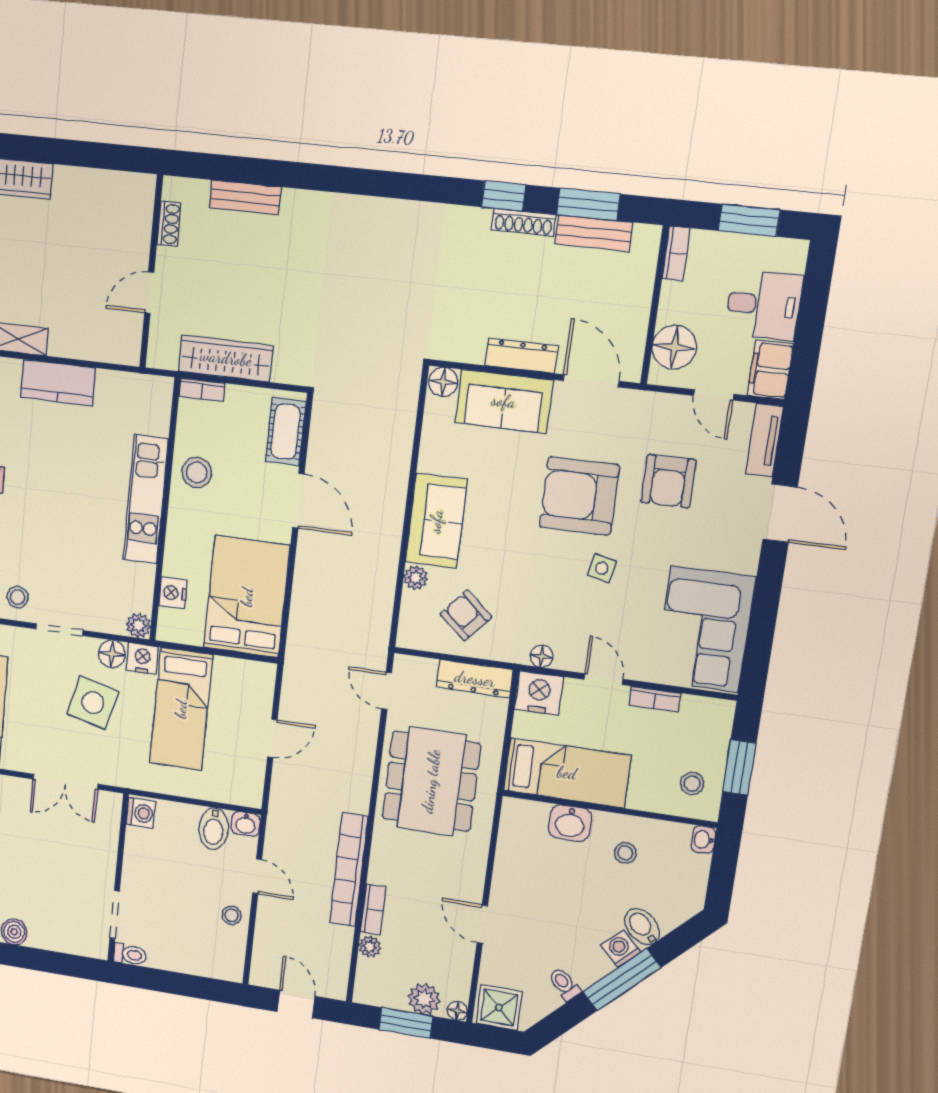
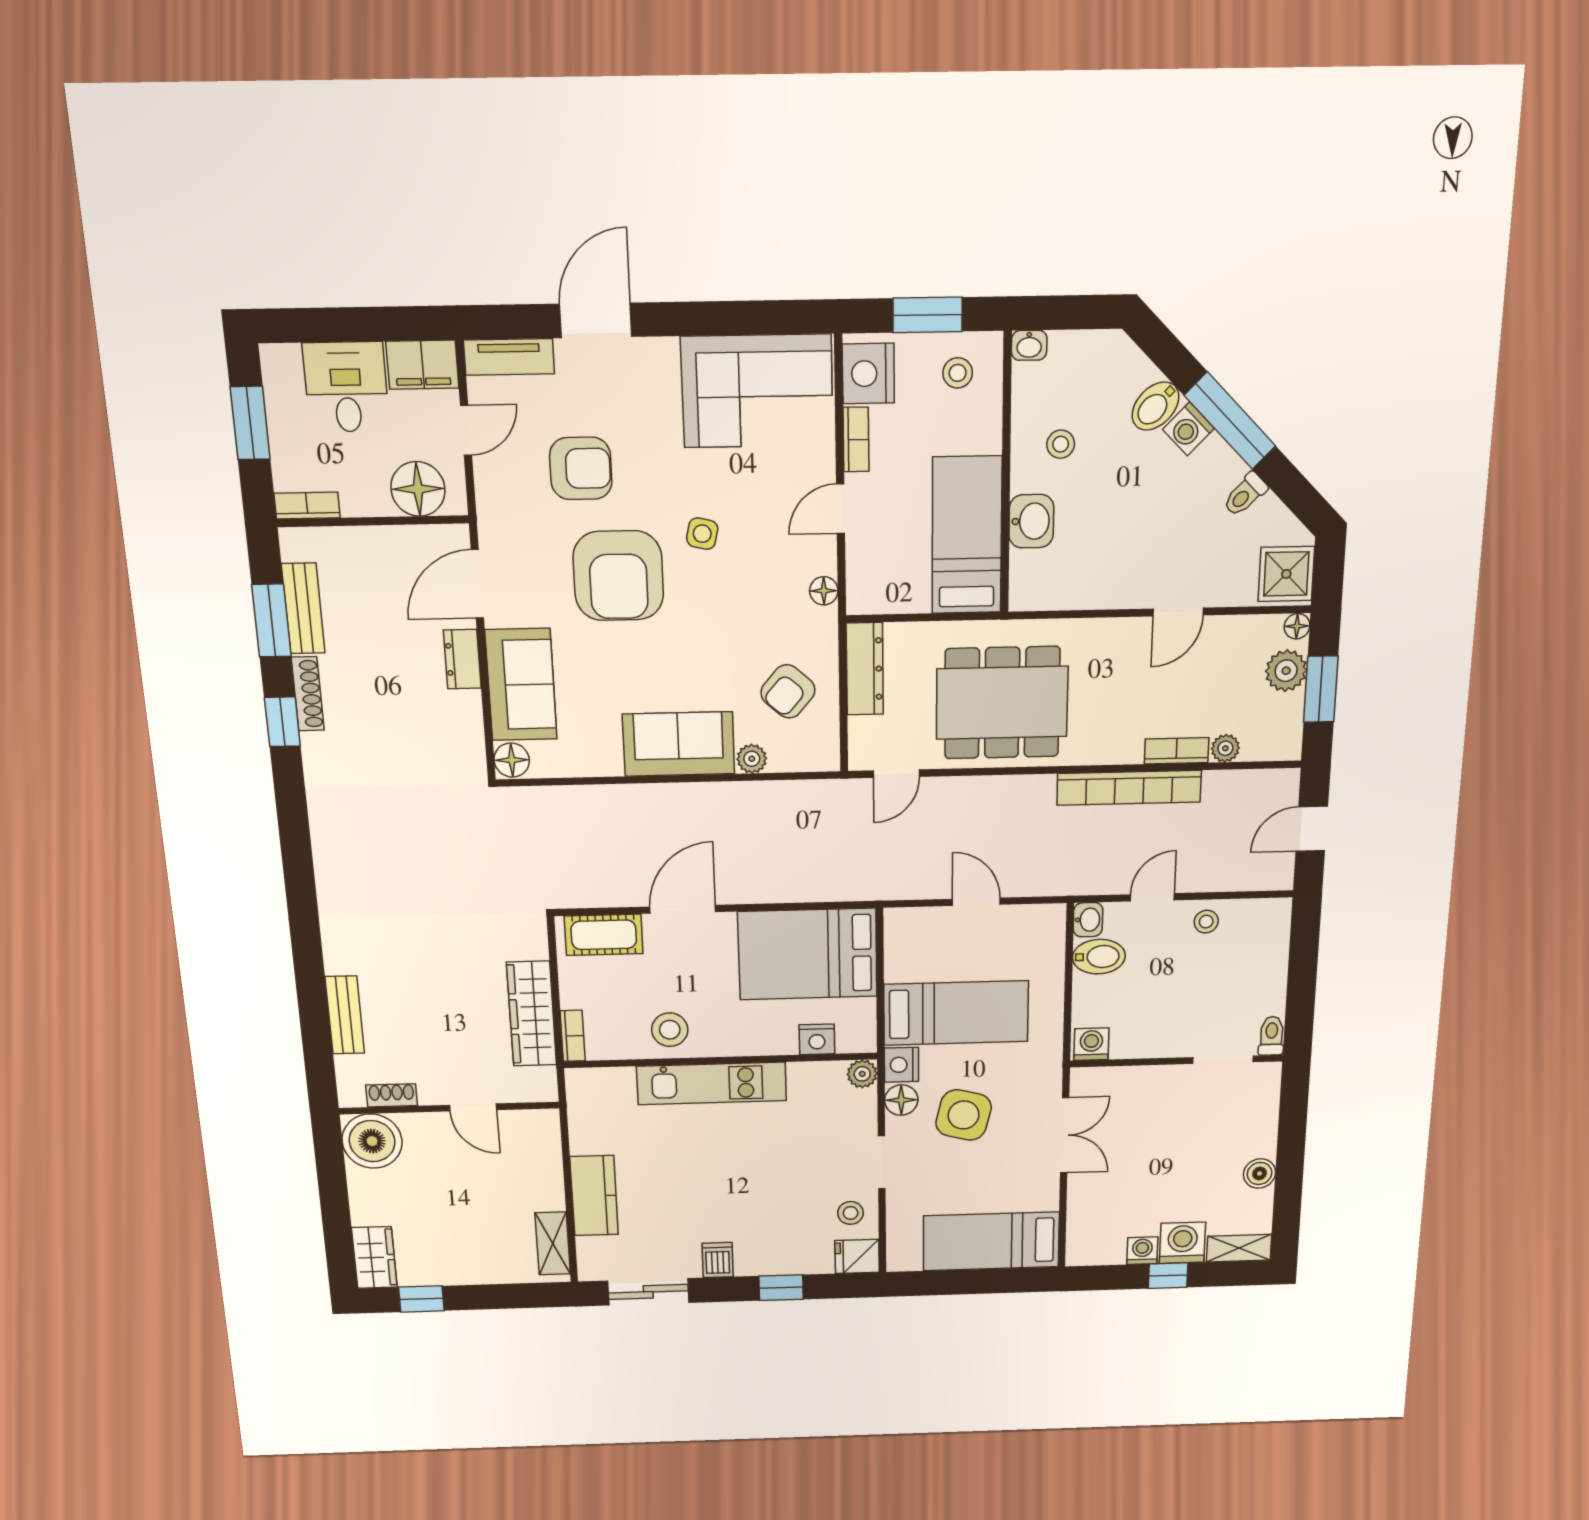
boiler: (130, 198) -> (372, 1141), added
dresser: (522, 356) -> (462, 659), width x0.70
nightstand: (539, 693) -> (868, 374), moved

